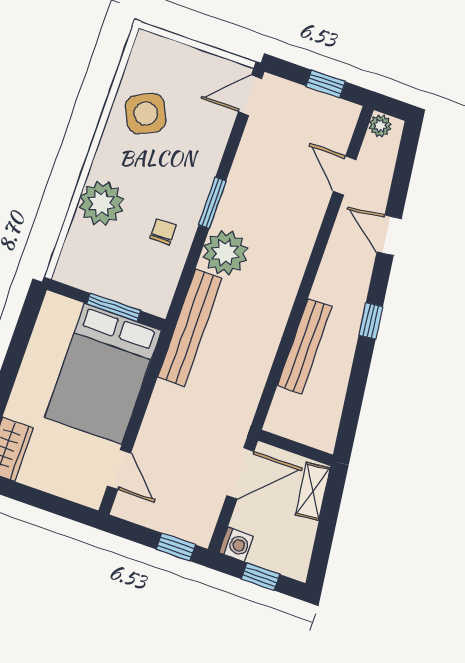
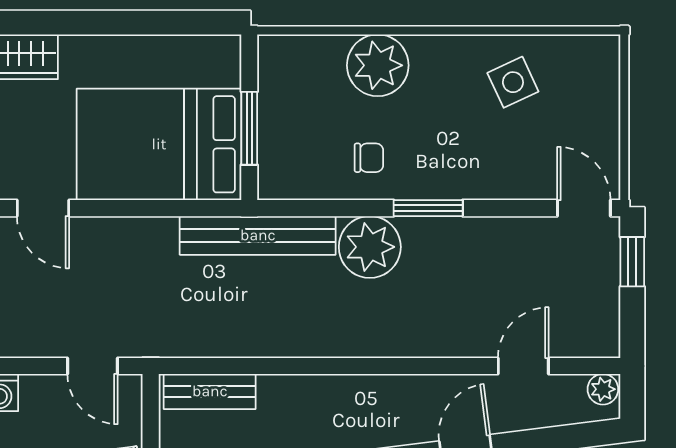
window: (326, 84) -> (632, 262), moved
side table: (146, 114) -> (513, 82), width x0.73, depth x0.73
bench: (305, 346) -> (210, 391), moved, width x0.73
door: (119, 470) -> (43, 208), hinge flipped
door: (240, 474) -> (92, 366), width x0.73

